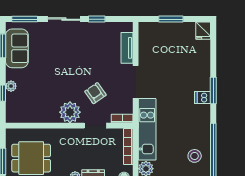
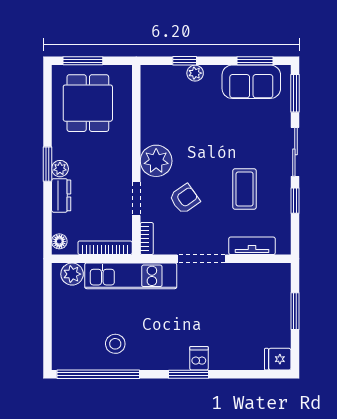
coffee table: (89, 53) -> (245, 189), added
dishwasher: (203, 97) -> (199, 358), moved
stool: (195, 156) -> (115, 344), moved

